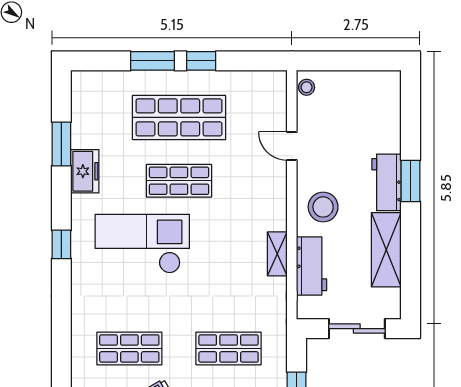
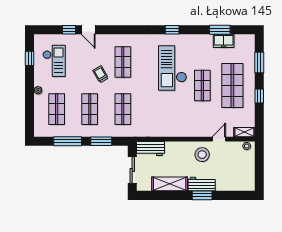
window: (152, 61) -> (259, 63), moved
freezer: (85, 171) -> (224, 41), moved
stool: (323, 207) -> (202, 155), moved
checkout: (142, 244) -> (172, 68), turned 180
shelving: (277, 254) -> (244, 132), moved
workbench: (312, 266) -> (151, 148), moved

